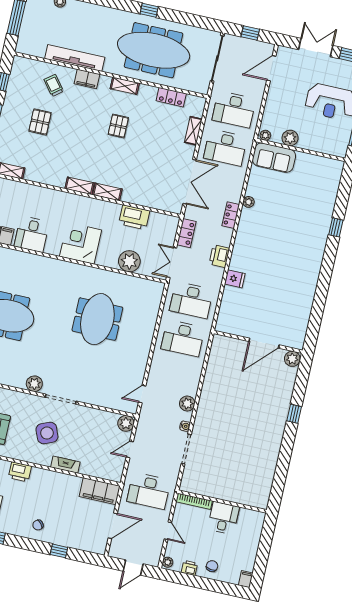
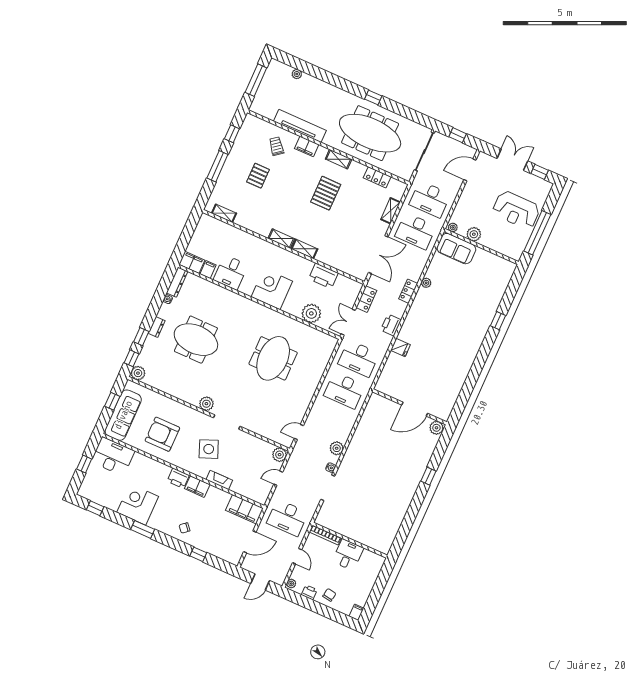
pallet: (118, 126) -> (326, 193), width x1.50, depth x1.42
filing cabinet: (43, 477) -> (197, 487), added

